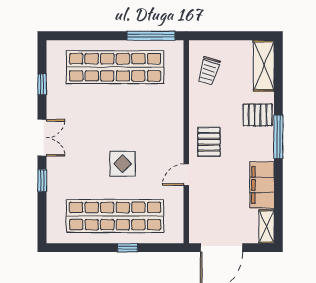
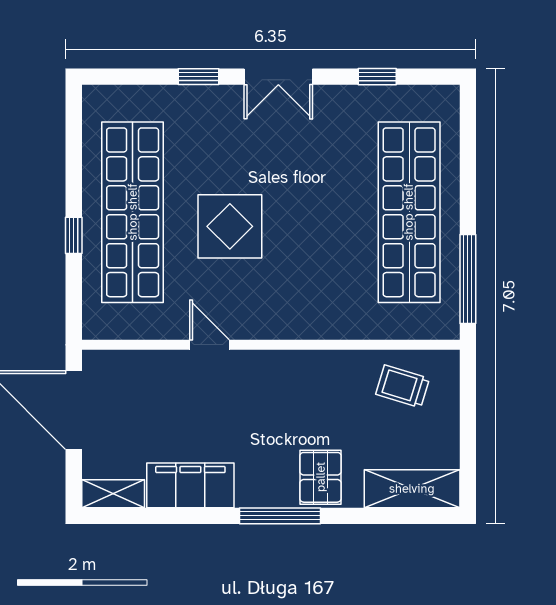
pallet: (209, 142) -> (271, 387), removed
display table: (123, 164) -> (230, 226), width x1.36, depth x1.36

